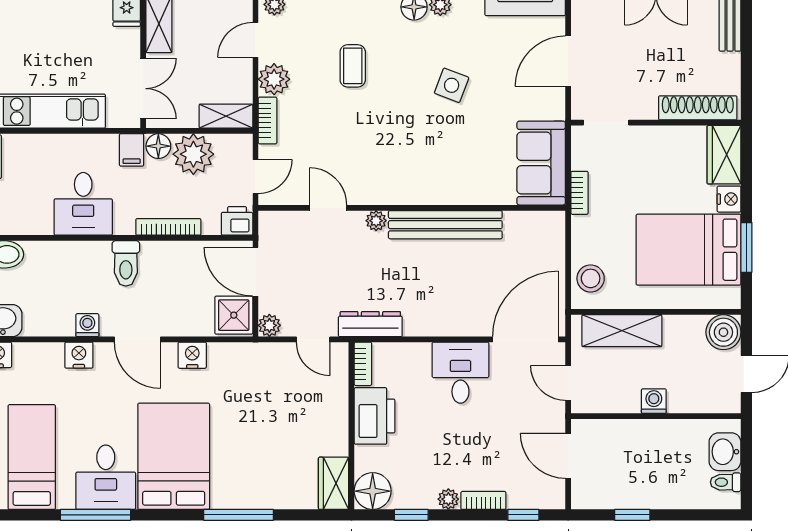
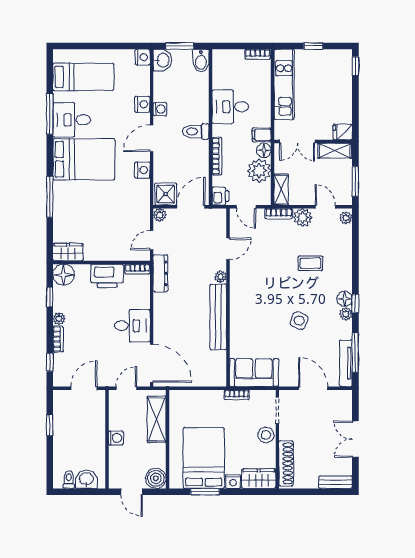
stool: (591, 278) -> (266, 435), moved

